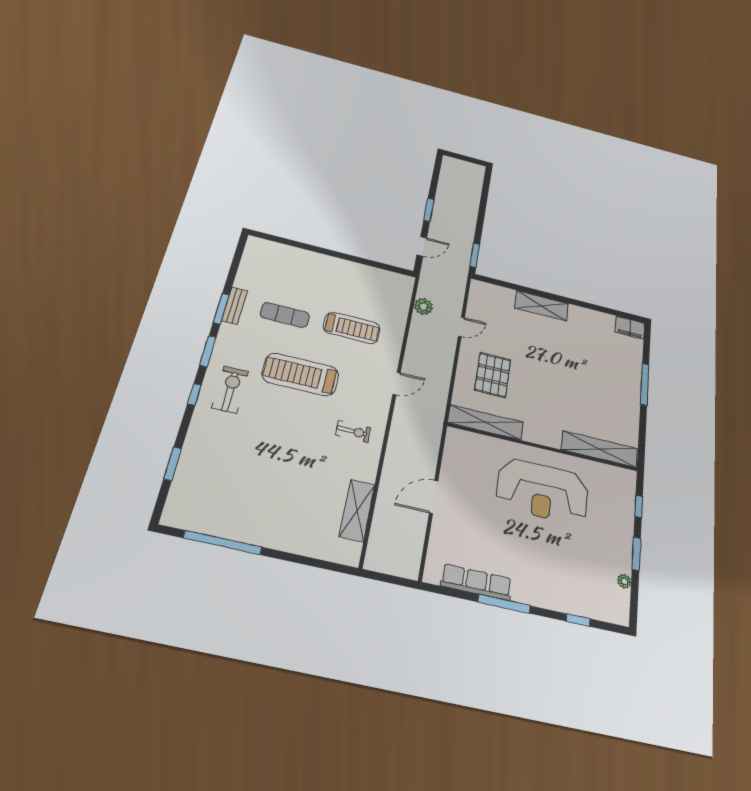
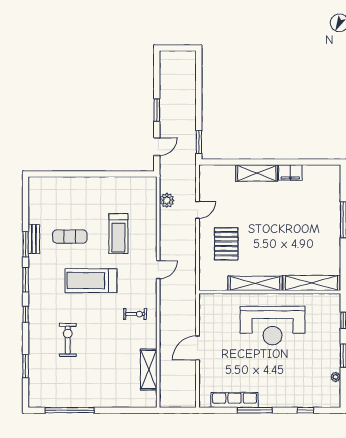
treadmill: (352, 328) -> (118, 234), turned 90
filing cabinet: (630, 328) -> (290, 172), moved
exercise bike: (230, 390) -> (68, 340), moved
shelving: (486, 422) -> (255, 283), moved

